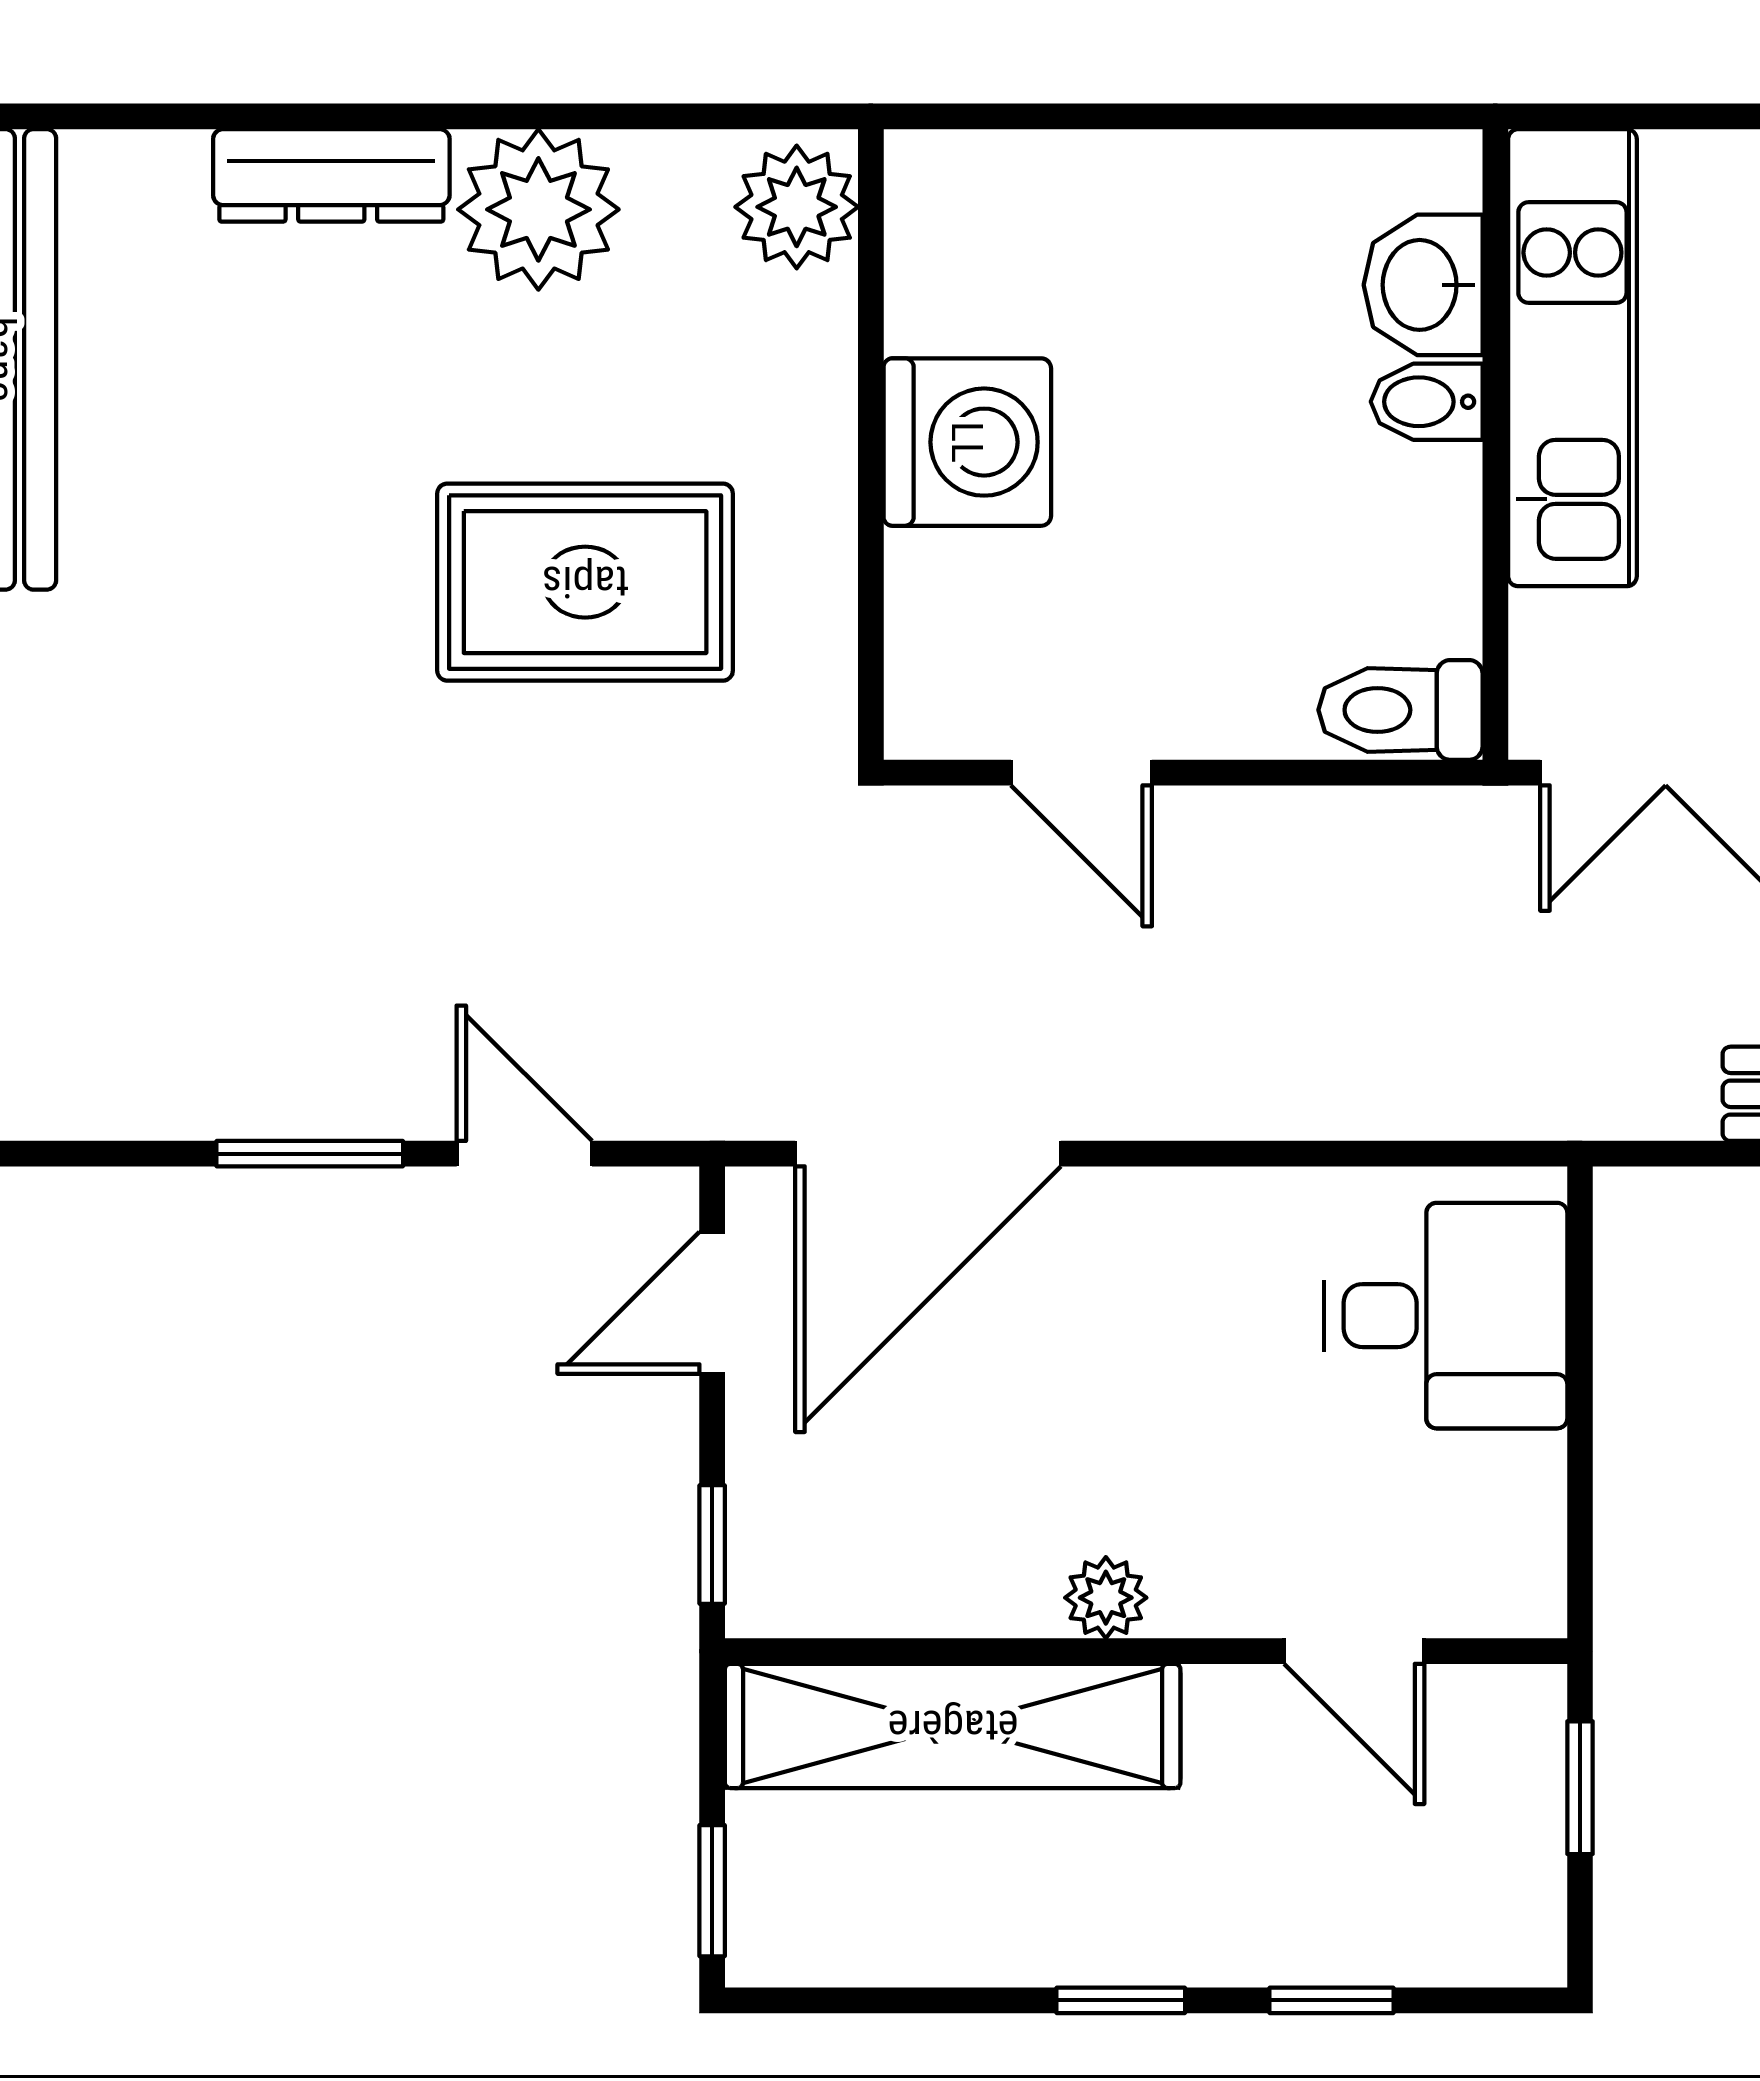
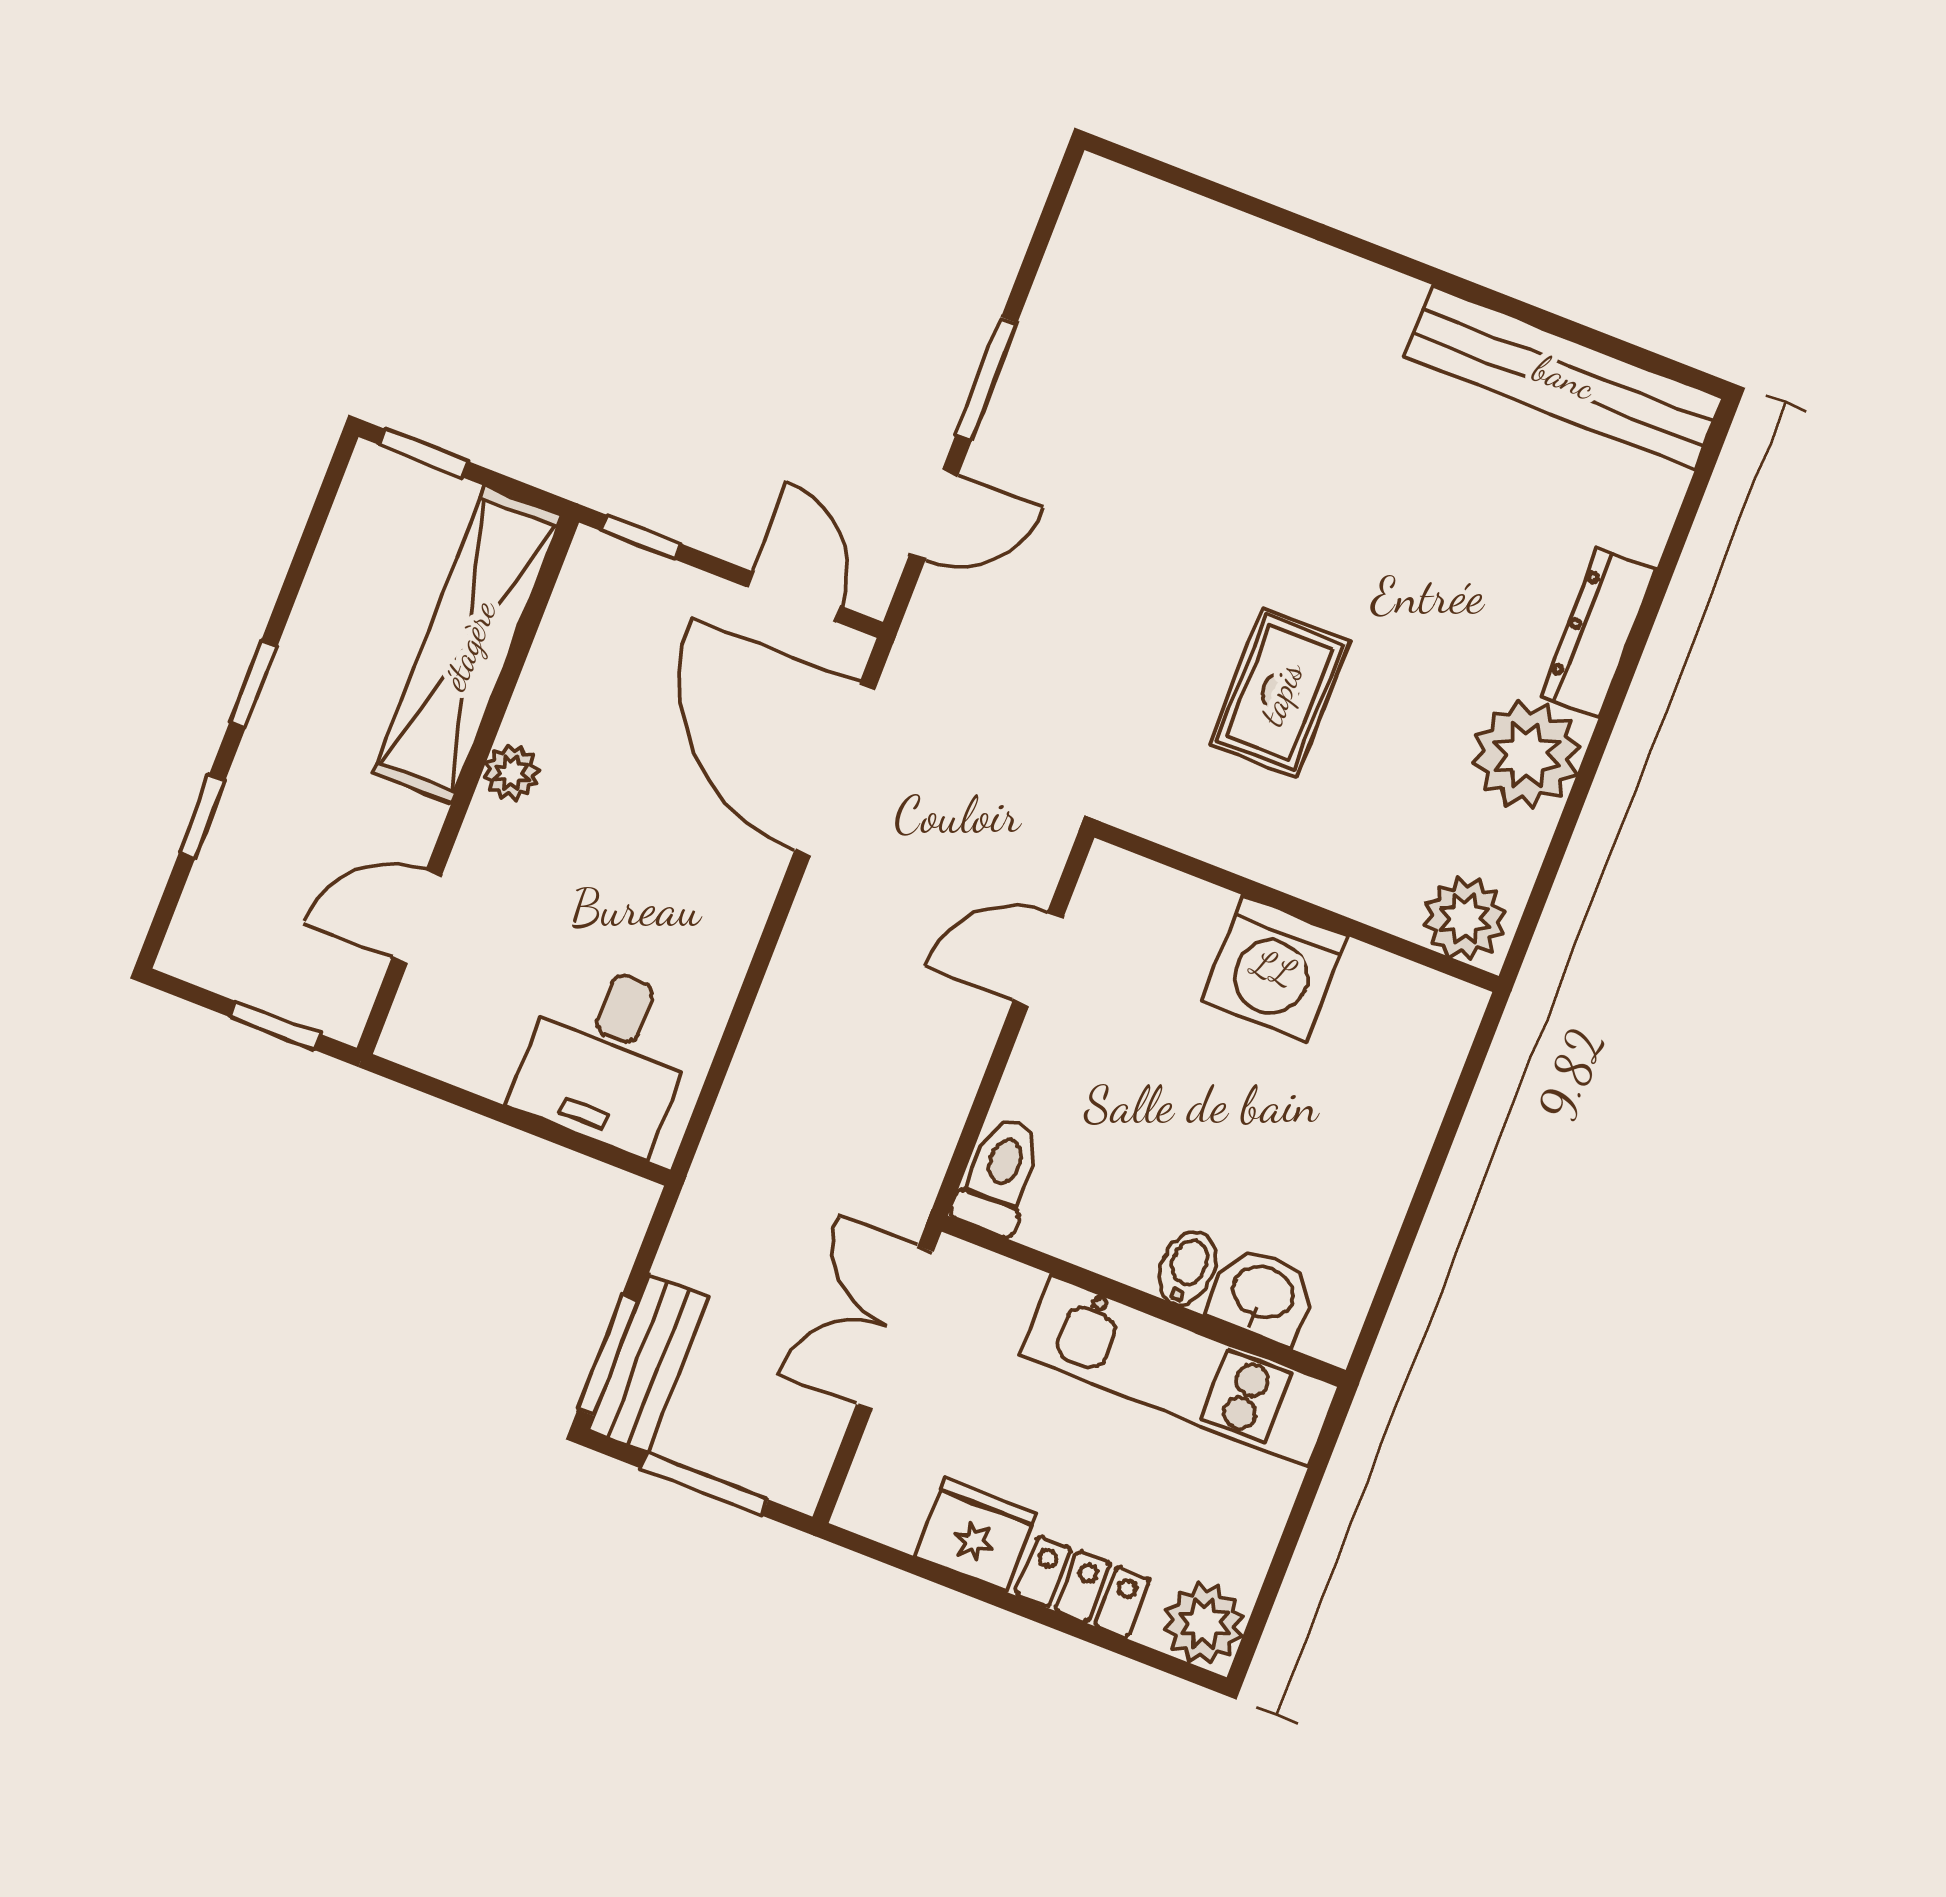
rug: (585, 582) -> (1280, 693), width x0.73, depth x0.70

